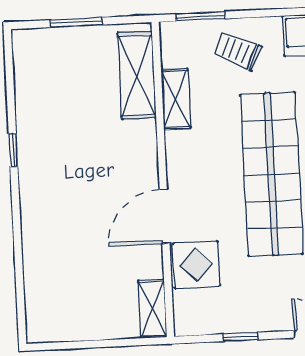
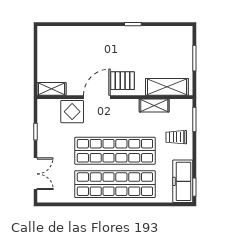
trolley: (238, 51) -> (176, 137), turned -114
pallet: (129, 166) -> (123, 81), added
door: (165, 216) -> (97, 97), hinge flipped

